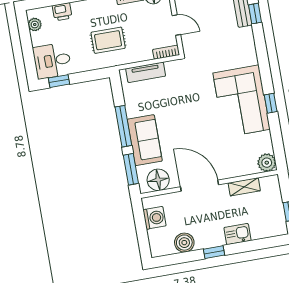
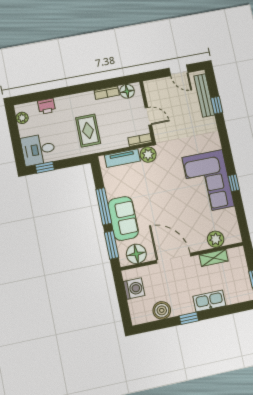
rug: (108, 40) -> (88, 131), turned 90
plant: (175, 69) -> (148, 155), added
plant: (267, 163) -> (216, 239), moved
kitchen sink: (238, 234) -> (209, 301), width x1.38

